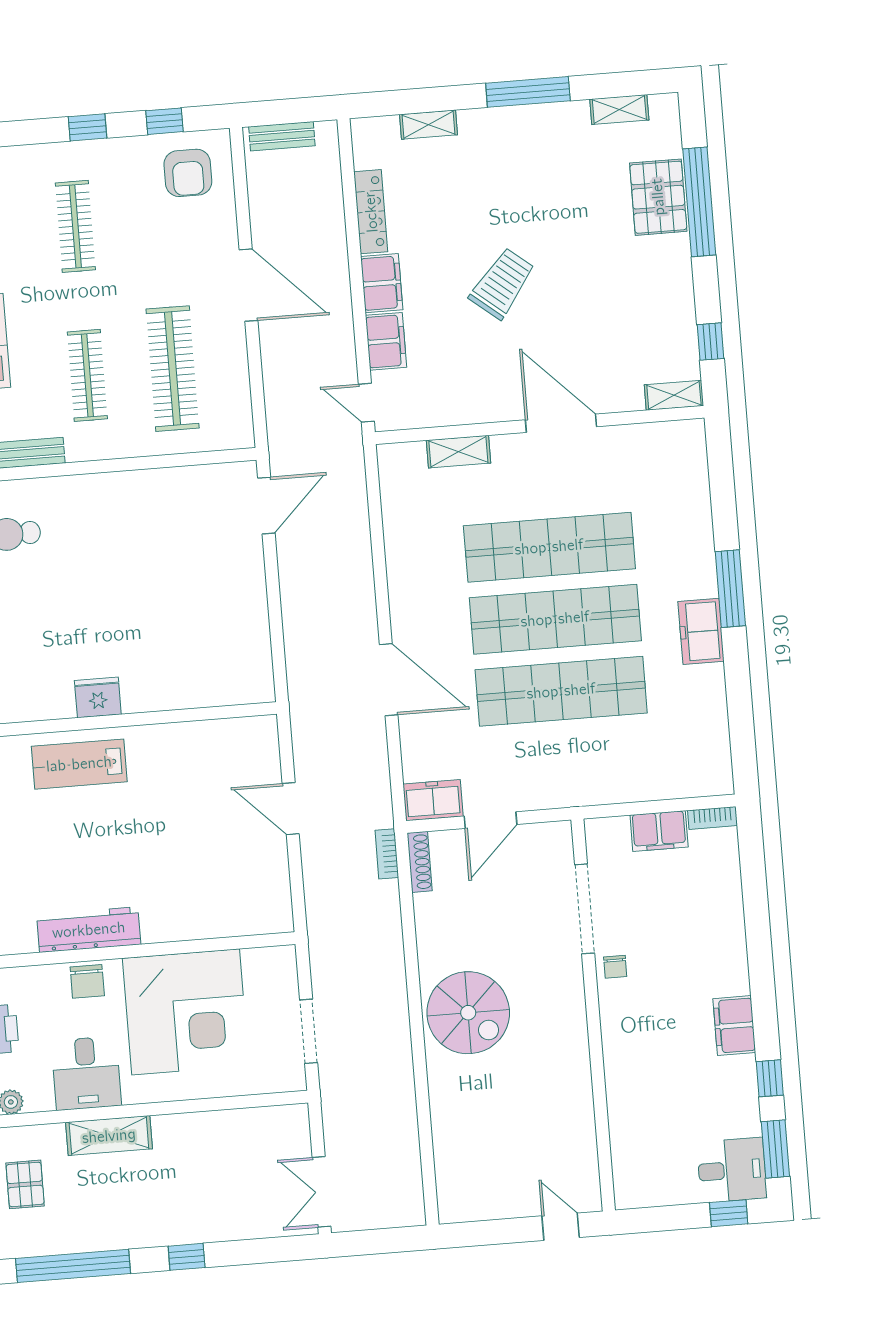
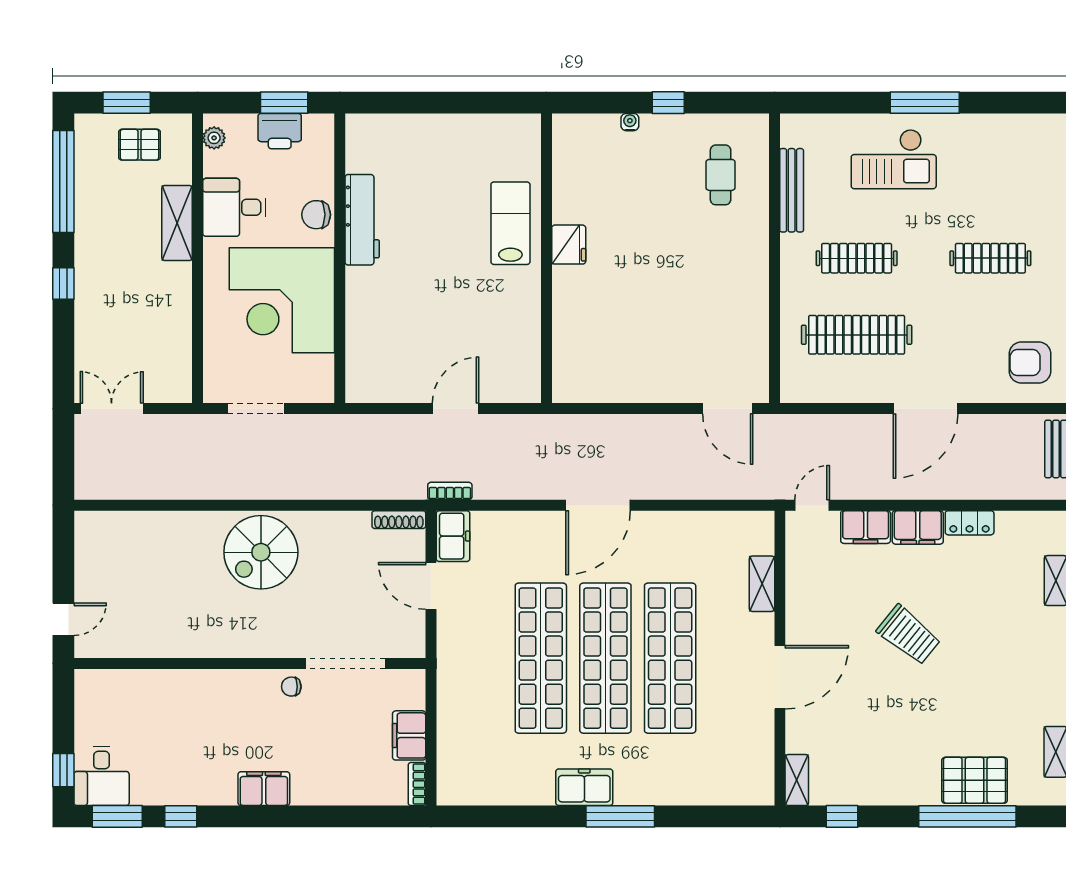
locker: (371, 212) -> (970, 523), width x0.66
door: (389, 680) -> (598, 505), moved
bookcase: (387, 854) -> (450, 491), moved
filing cabinet: (734, 1026) -> (264, 789), moved

